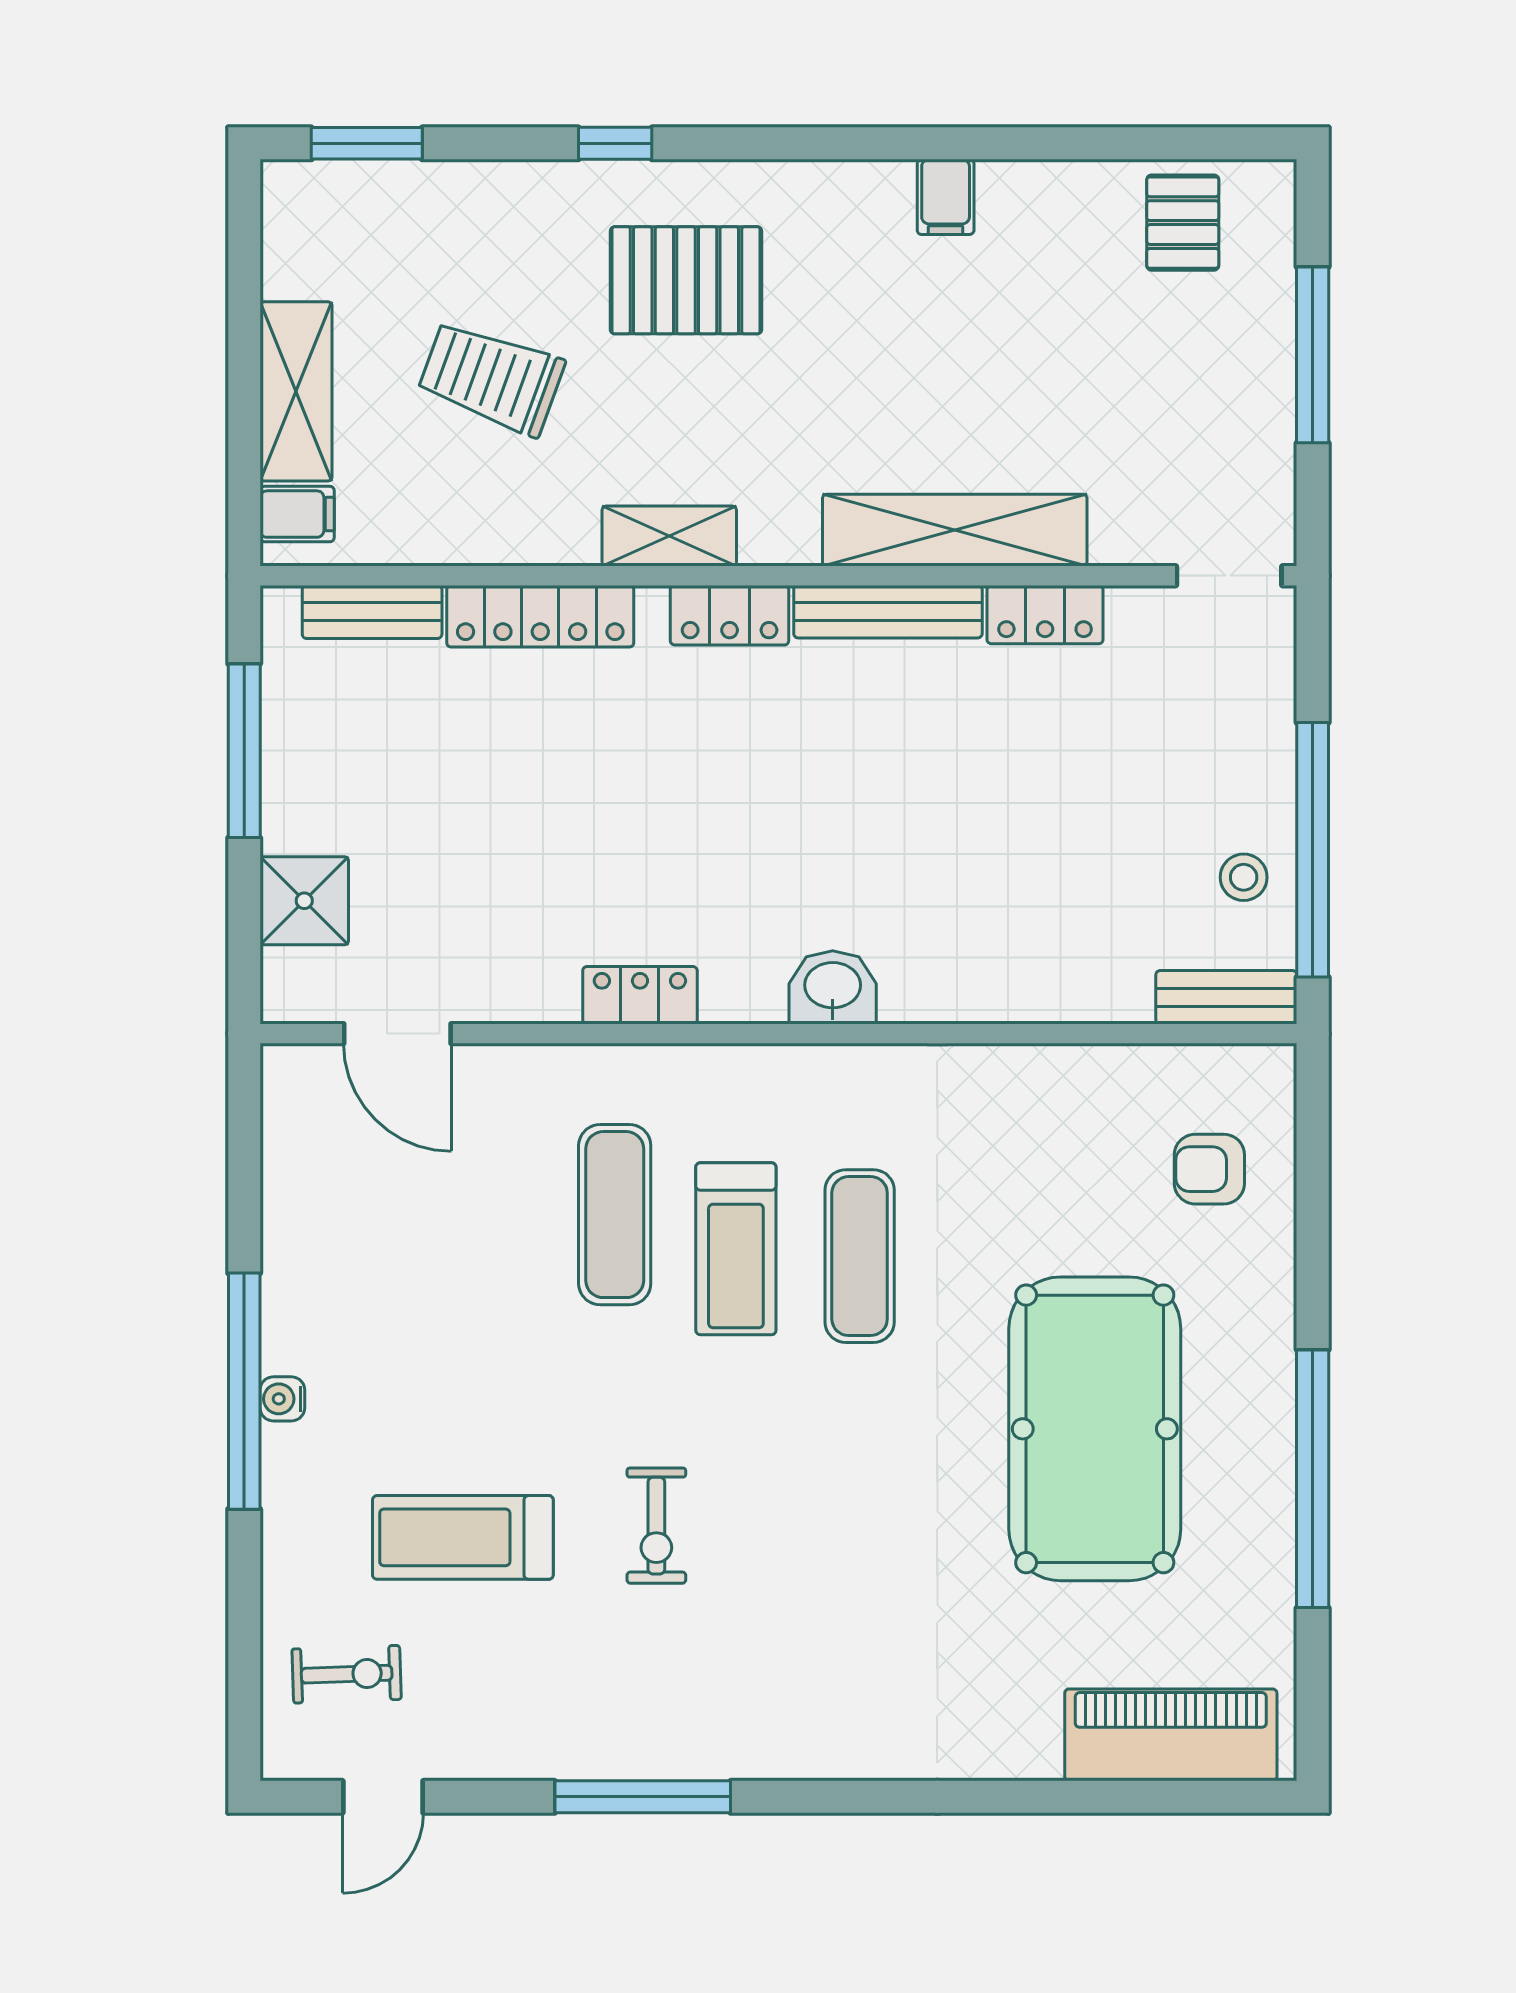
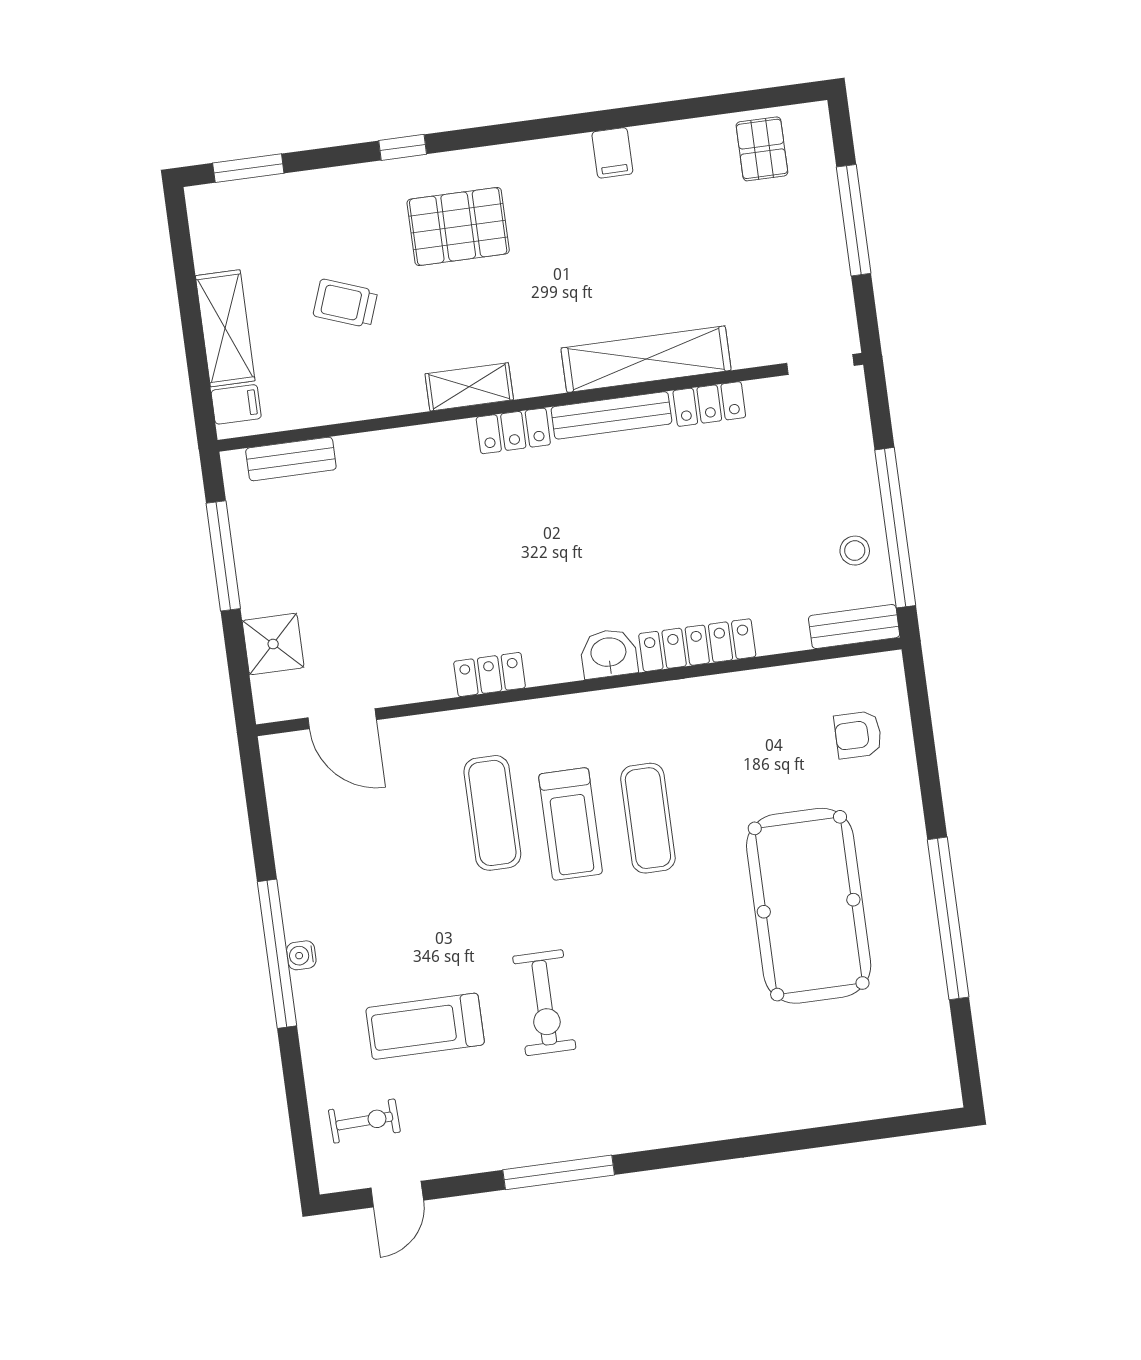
trolley: (491, 378) -> (345, 303), width x0.73, depth x0.72
locker: (540, 616) -> (697, 645), moved, turned 180
exercise bike: (656, 1526) -> (544, 1003), width x1.38, depth x1.39
piano: (1171, 1735) -> (882, 1089), removed

